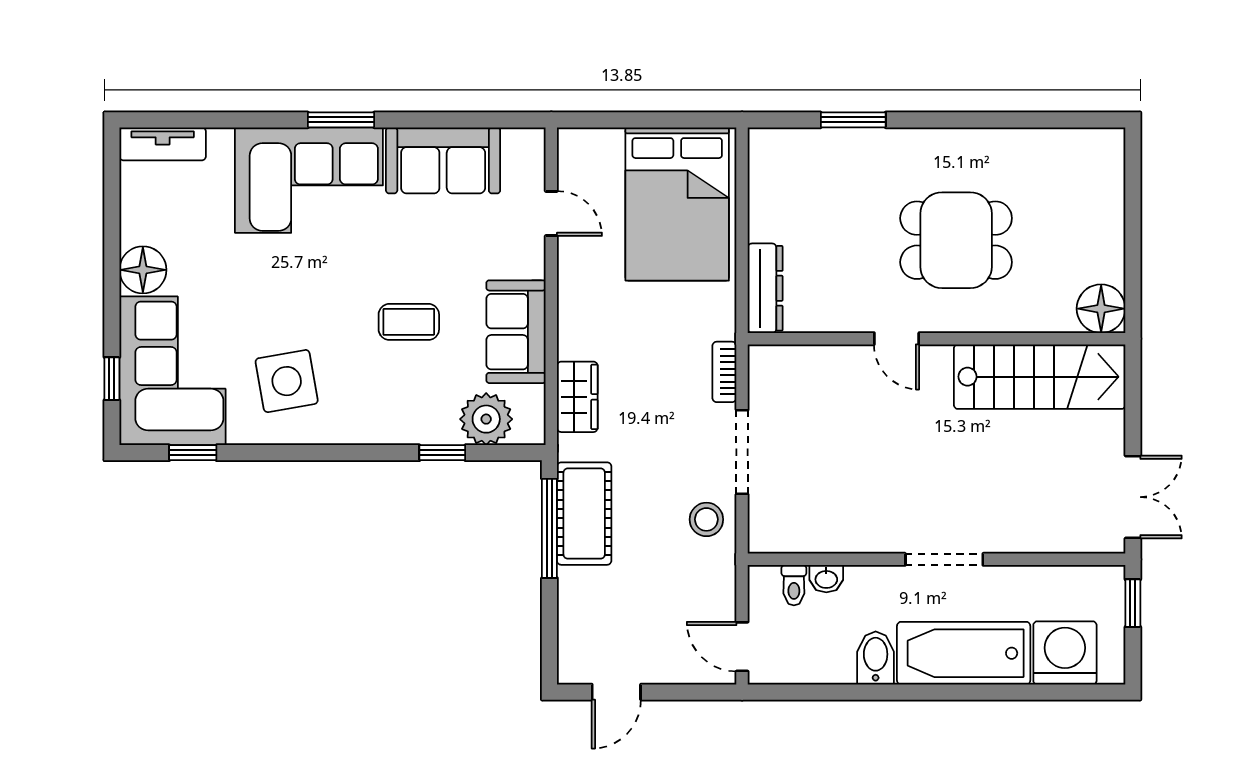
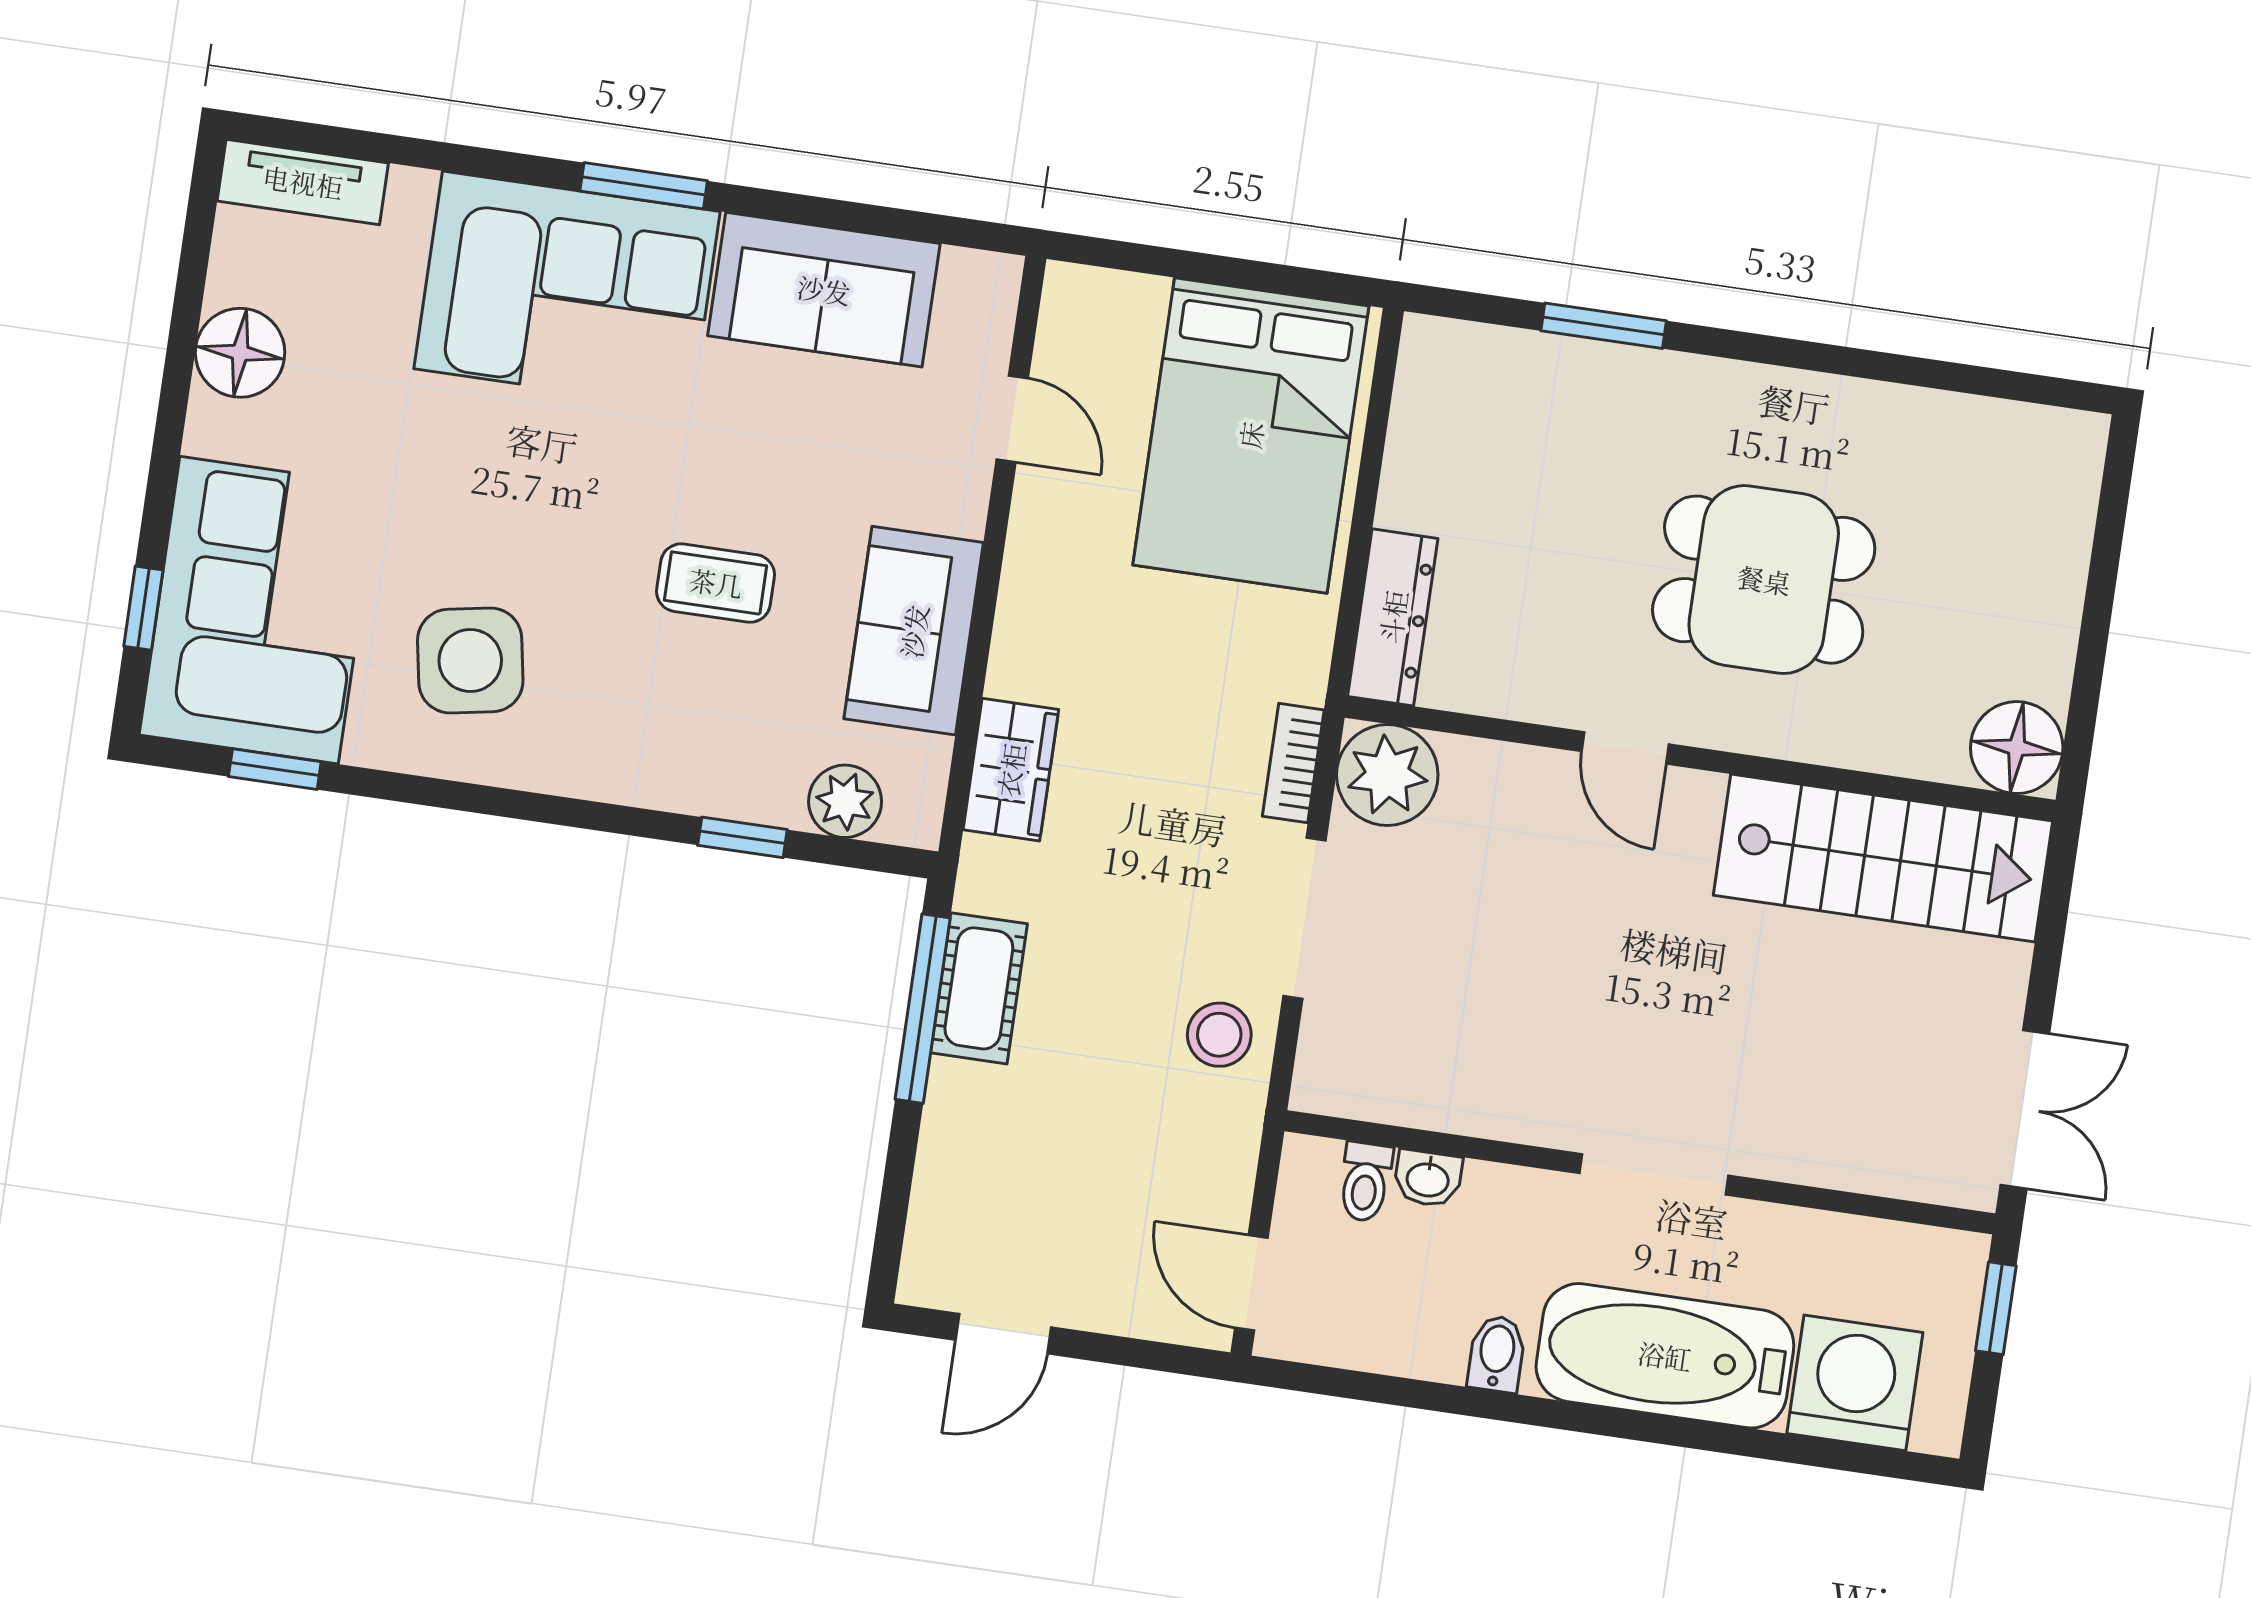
floor lamp: (143, 270) -> (240, 353), moved
plant: (774, 371) -> (1387, 775), added
plant: (486, 419) -> (845, 801), width x0.73, depth x0.73
cot: (584, 514) -> (979, 988), width x0.73, depth x0.75
bidet: (876, 658) -> (1497, 1354), width x0.72, depth x0.74

